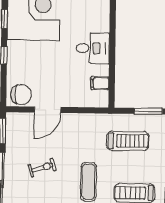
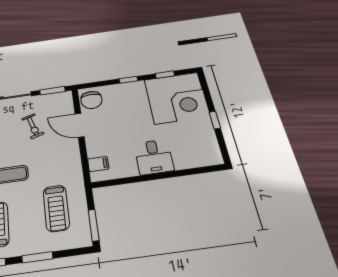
filing cabinet: (100, 83) -> (98, 164), moved, turned 90
exercise bike: (42, 168) -> (33, 126), moved

